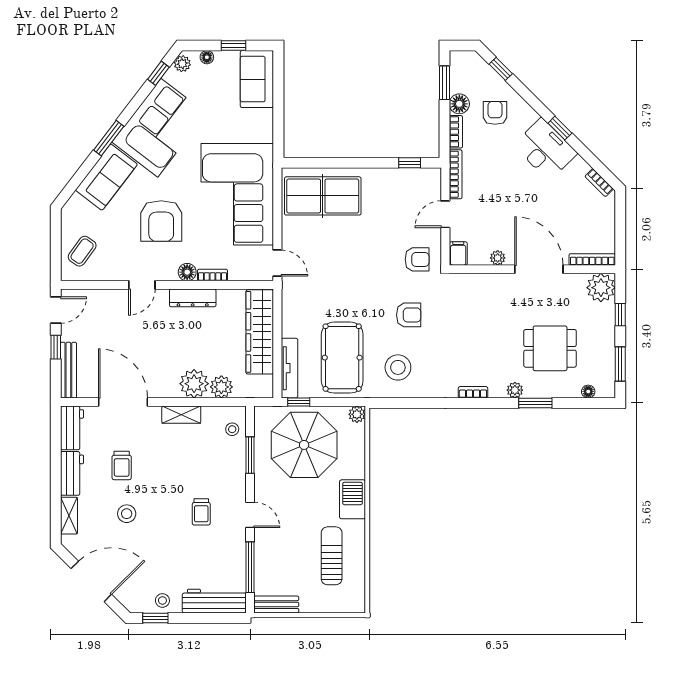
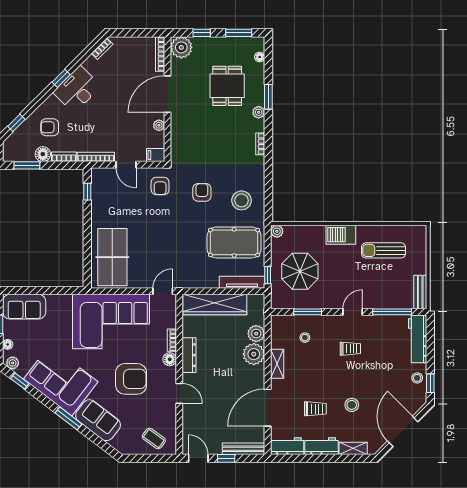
armchair: (417, 259) -> (160, 186), turned 180
stool: (232, 429) -> (305, 338), moved
parasol: (304, 445) -> (300, 271), width x0.73, depth x0.73

